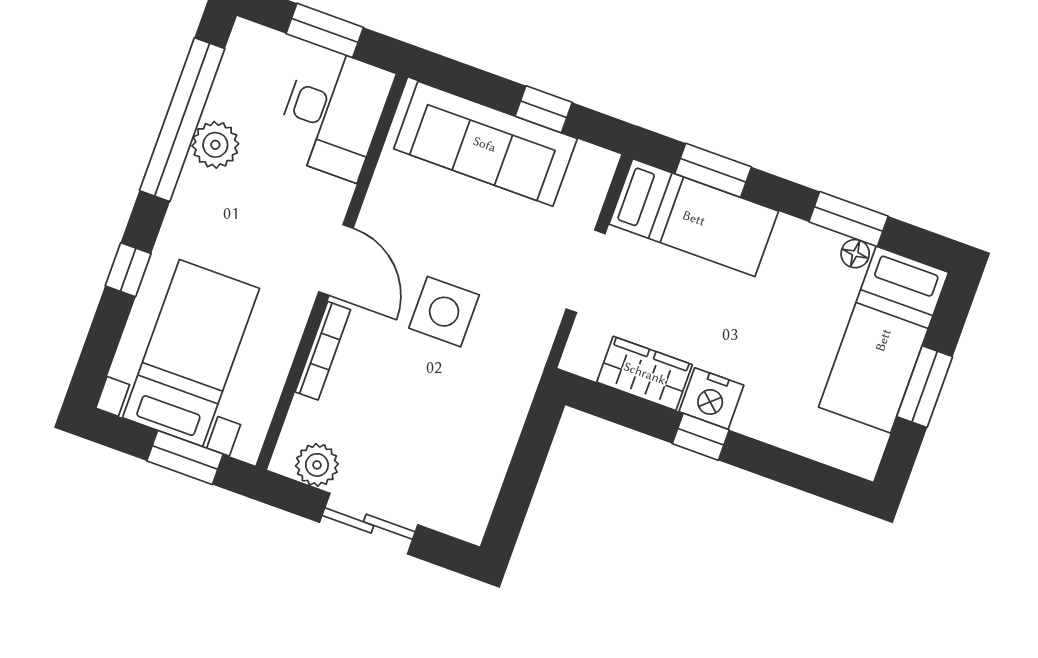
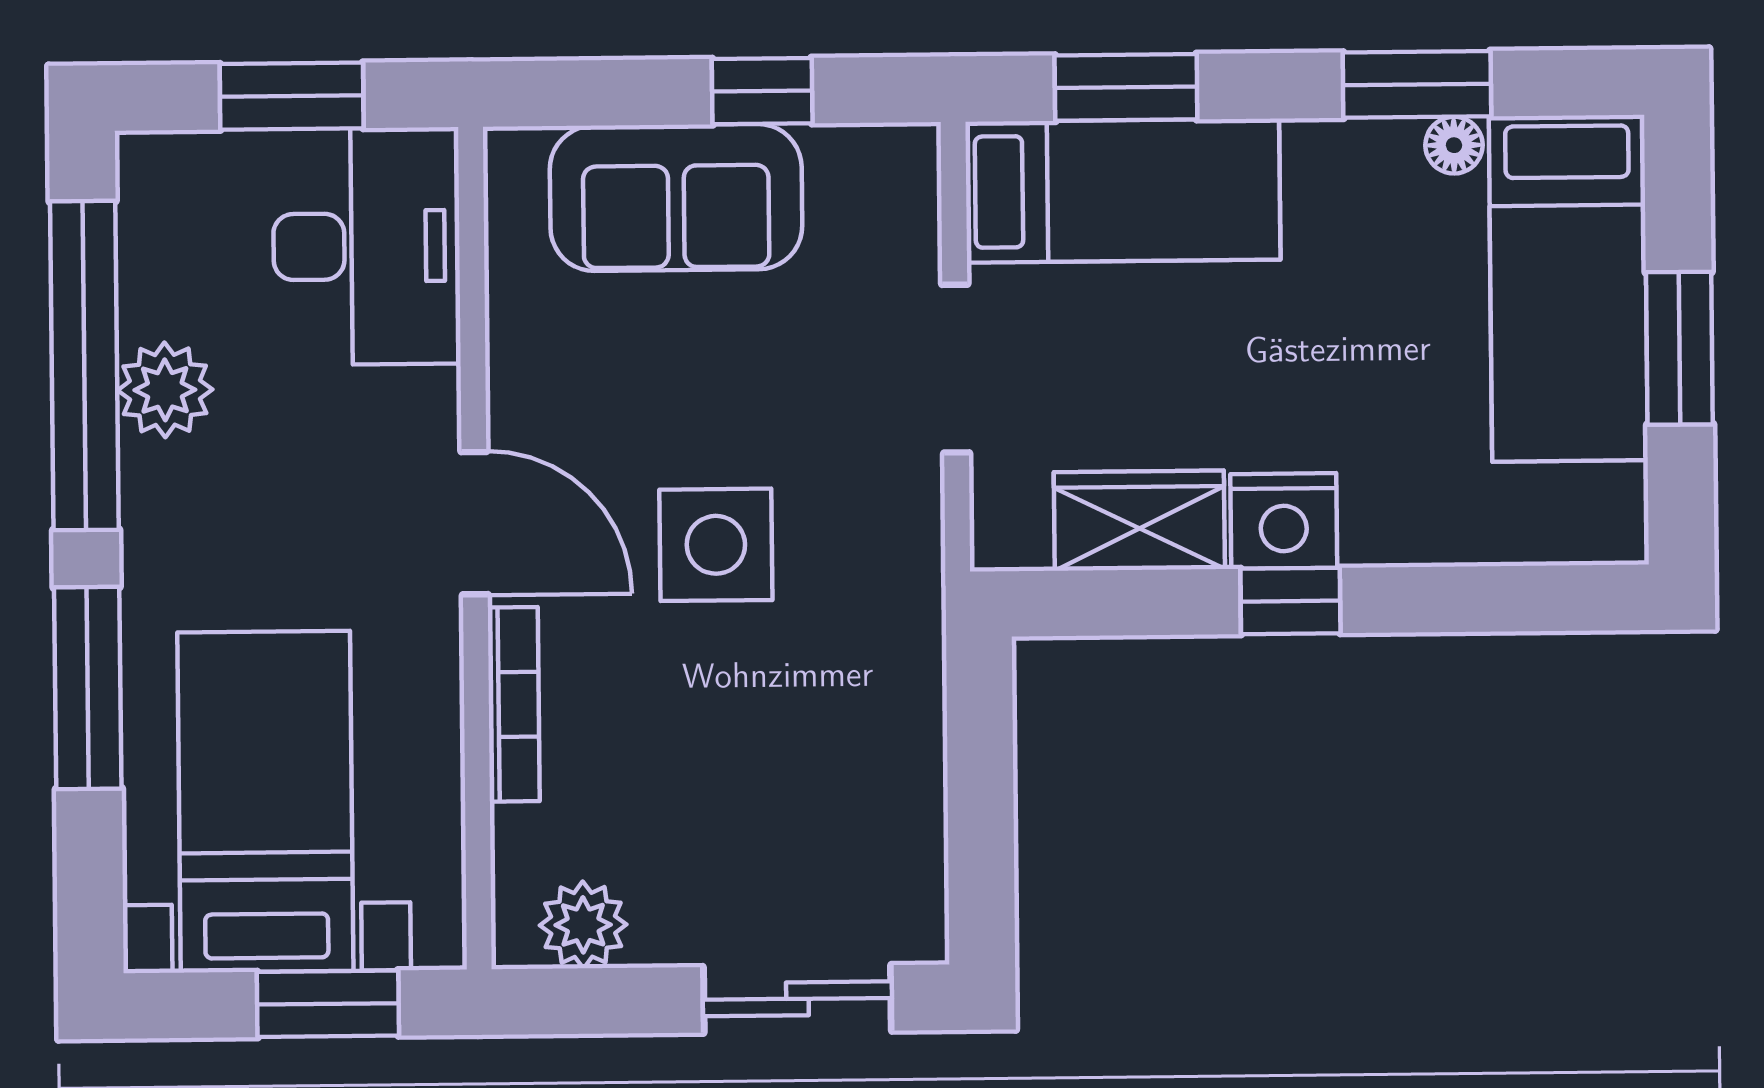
sofa: (485, 144) -> (676, 198), width x0.73
window: (128, 270) -> (88, 688), width x2.17
sliding door: (369, 524) -> (797, 999), moved

